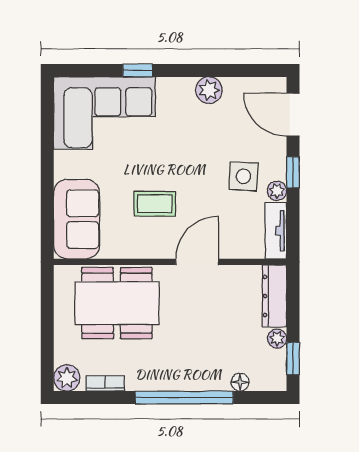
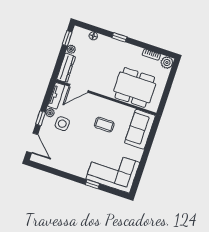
plant: (209, 90) -> (65, 166), removed
door: (197, 262) -> (79, 88), moved
window: (184, 397) -> (119, 37), width x0.32

